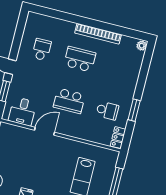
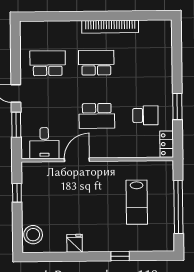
plant: (142, 46) -> (166, 27), removed
school desk: (42, 49) -> (48, 63), width x1.85

